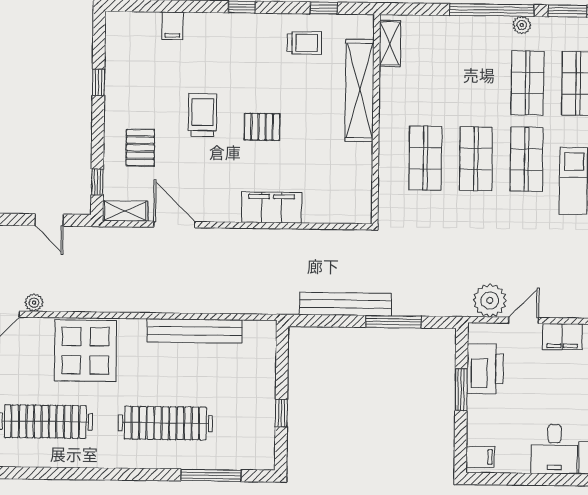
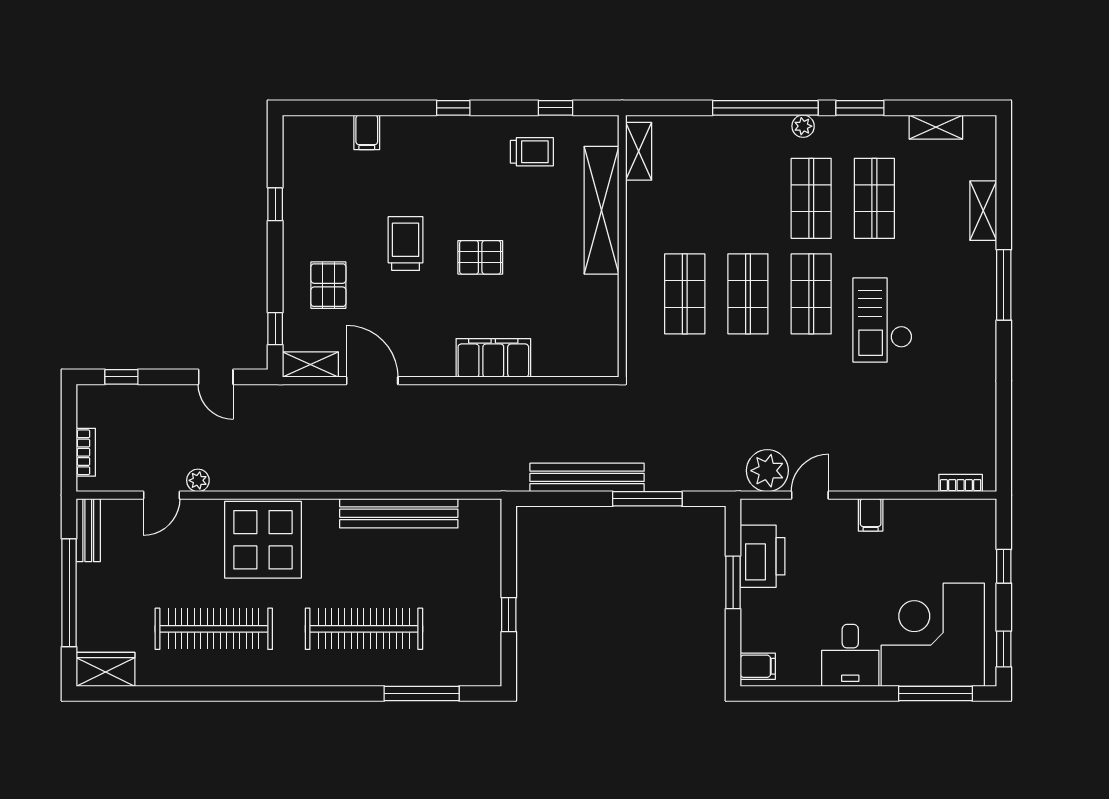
filing cabinet: (562, 337) -> (871, 515), width x0.50

